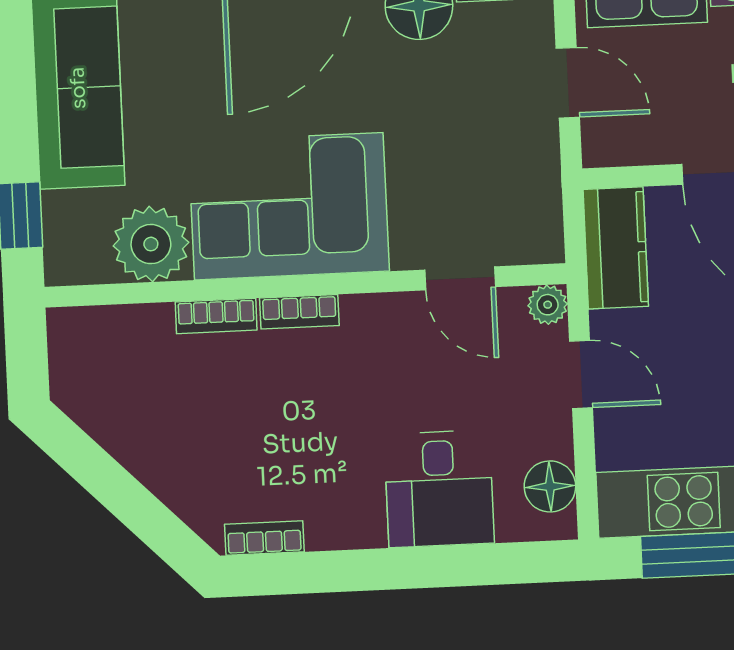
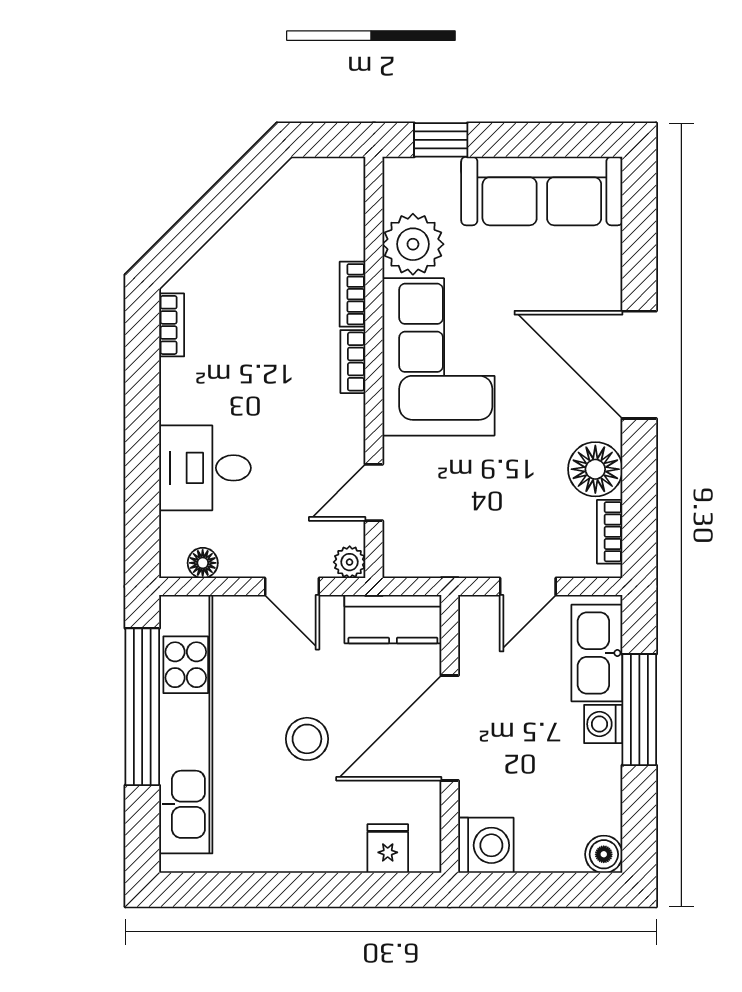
door: (581, 374) -> (292, 586), hinge flipped
floor lamp: (550, 486) -> (203, 563), width x0.73, depth x0.73

